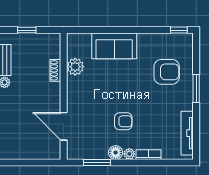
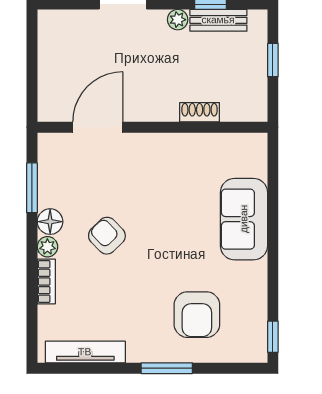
plant: (75, 67) -> (206, 148), removed
armchair: (123, 121) -> (107, 236), turned 136

